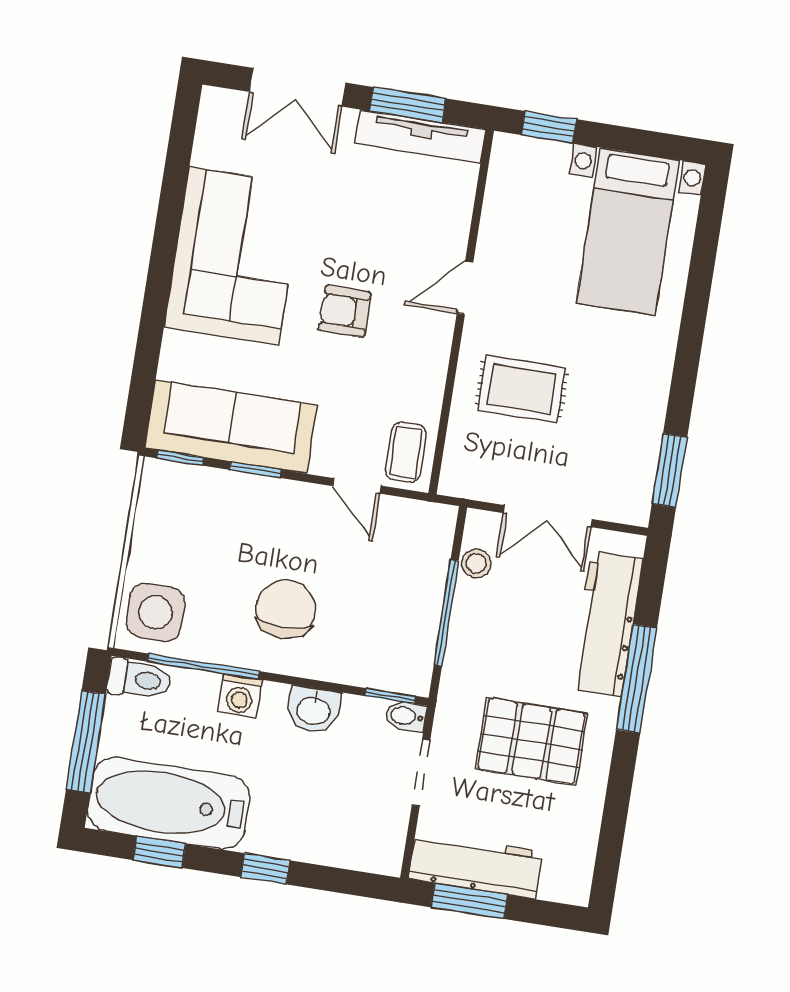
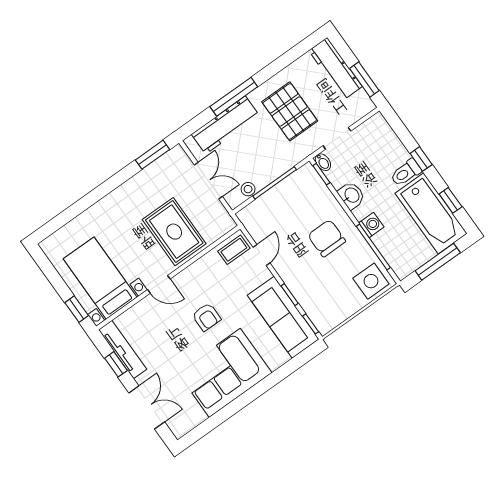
window: (408, 105) -> (116, 364), width x0.67
bed with nightstands: (628, 232) -> (100, 278), moved, turned -90
rug: (522, 389) -> (174, 232), width x1.36, depth x1.43
chair: (286, 609) -> (327, 238), turned 90
toilet: (139, 679) -> (406, 173), moved, turned -90
workbench: (475, 865) -> (335, 69), moved

